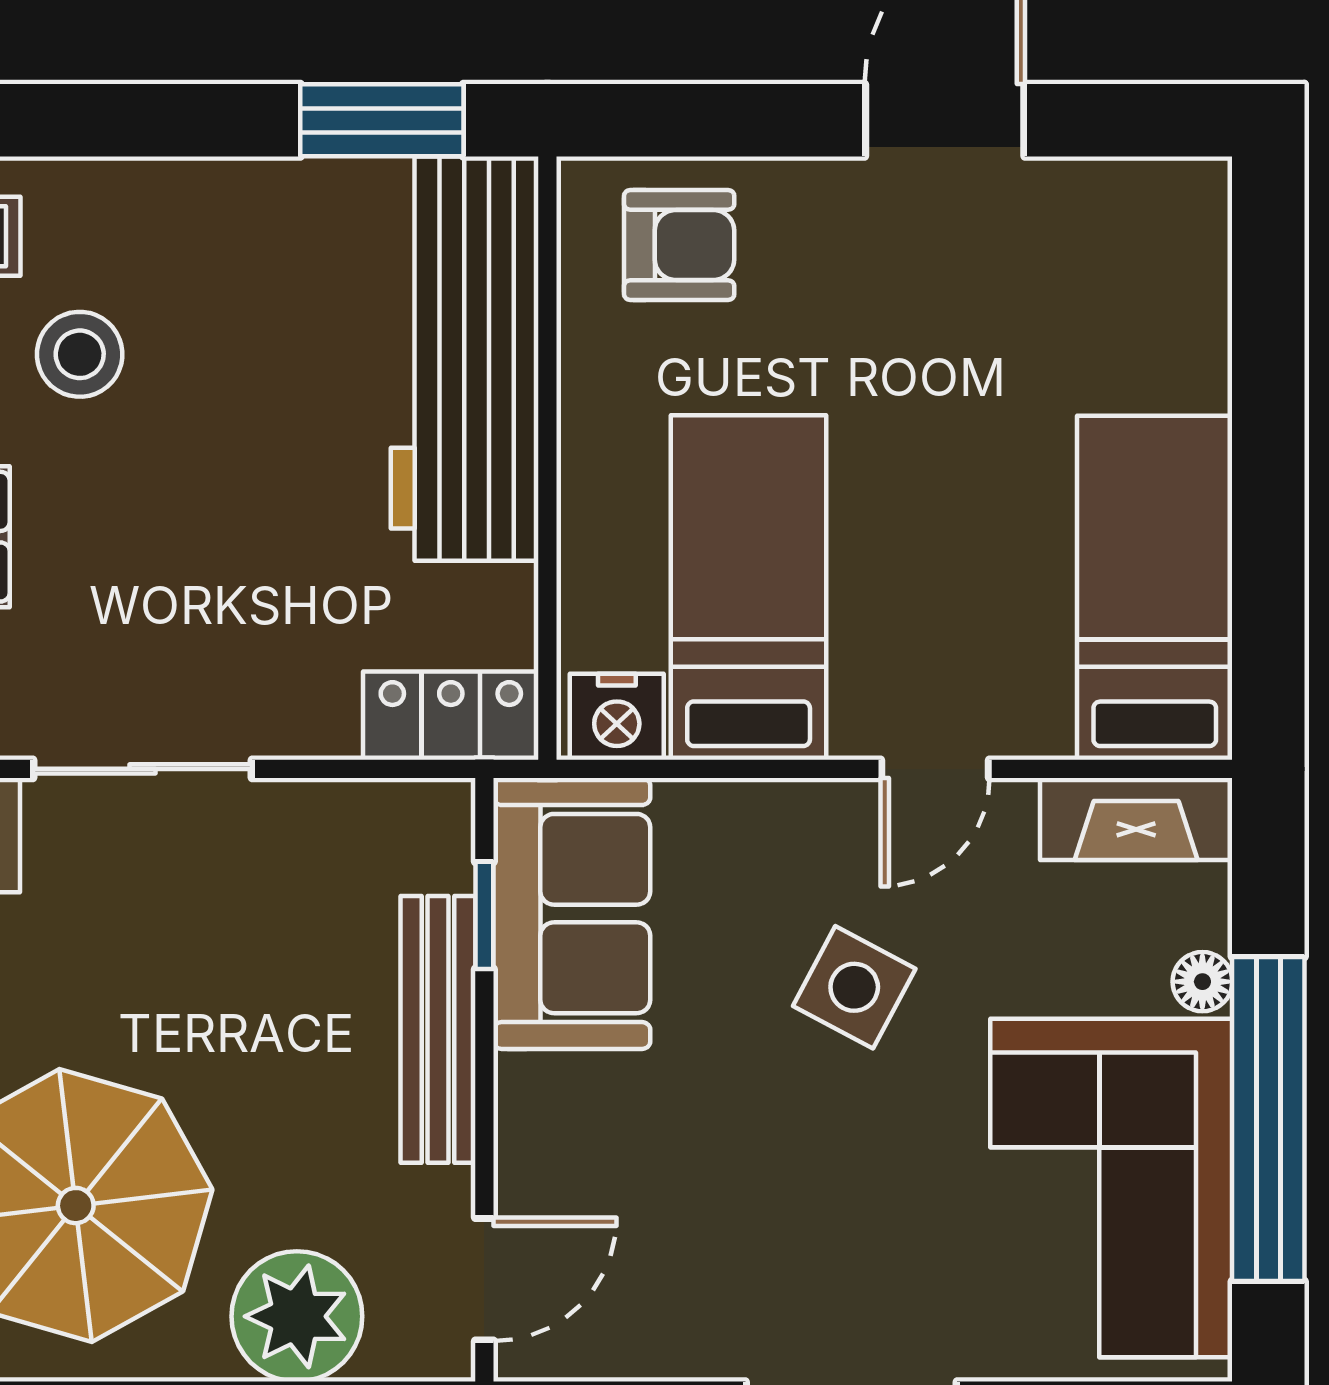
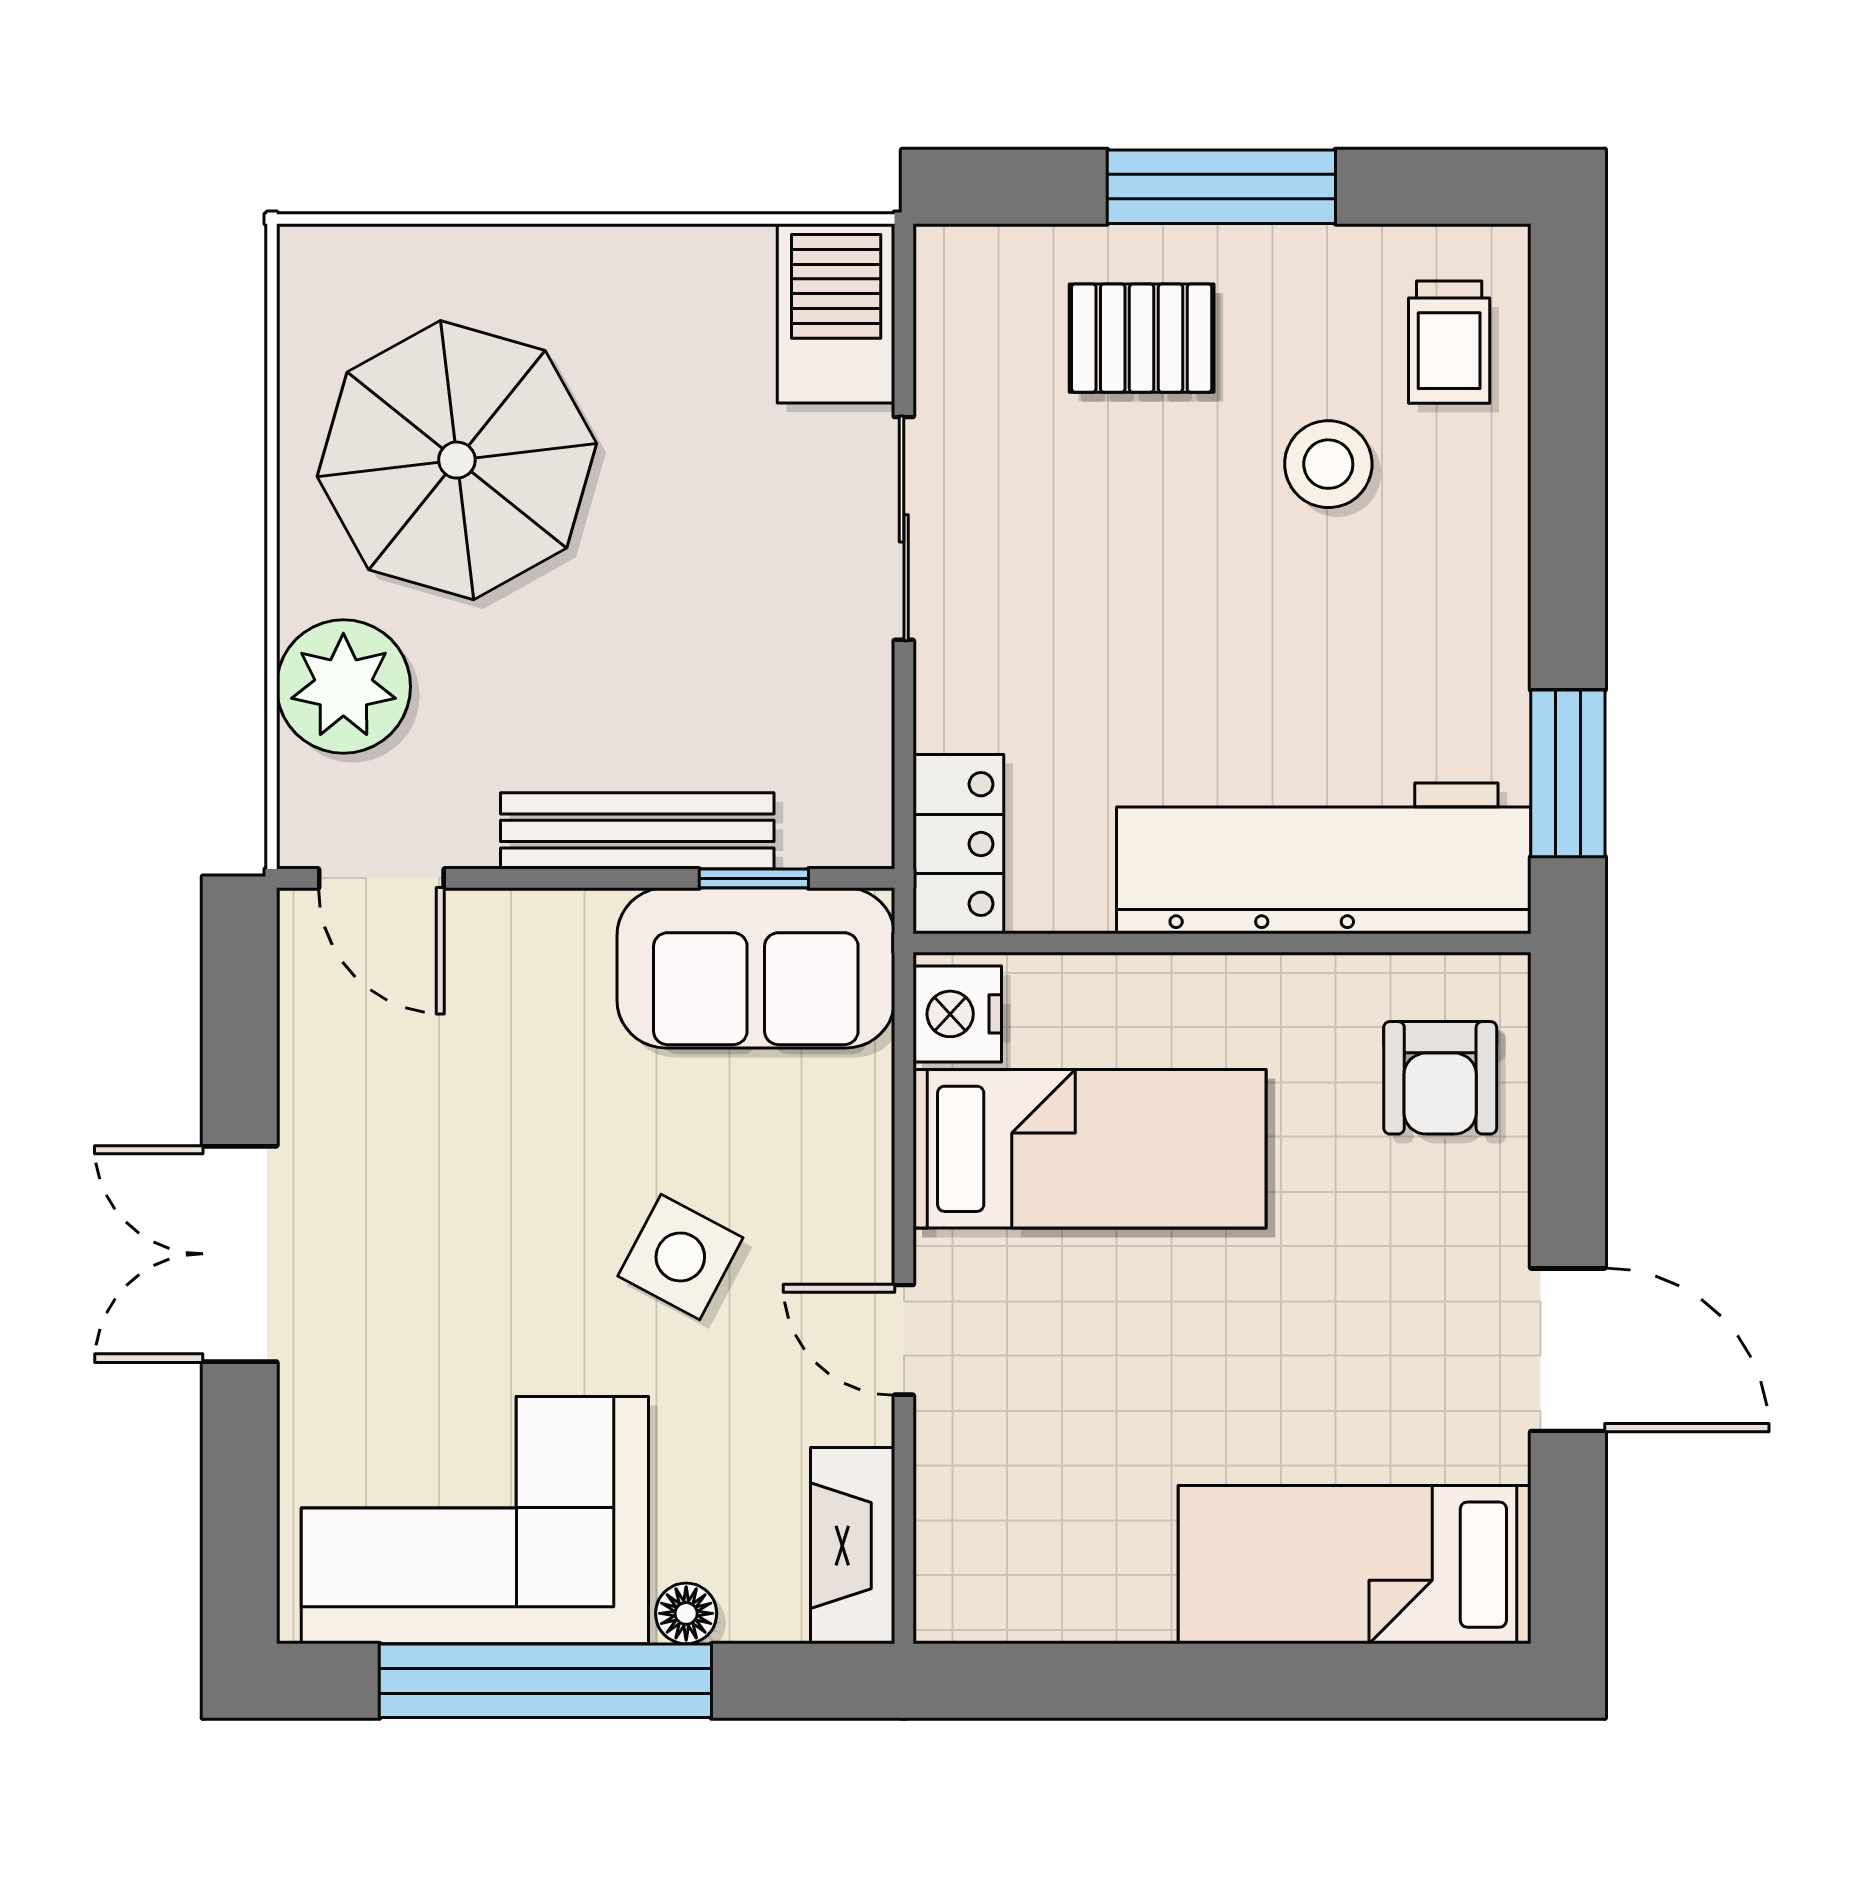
bed: (1155, 588) -> (1355, 1565), moved, turned 180

